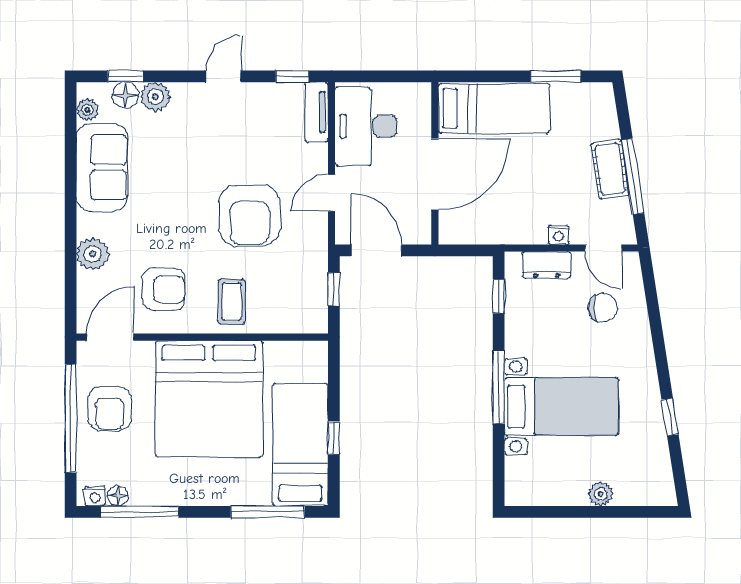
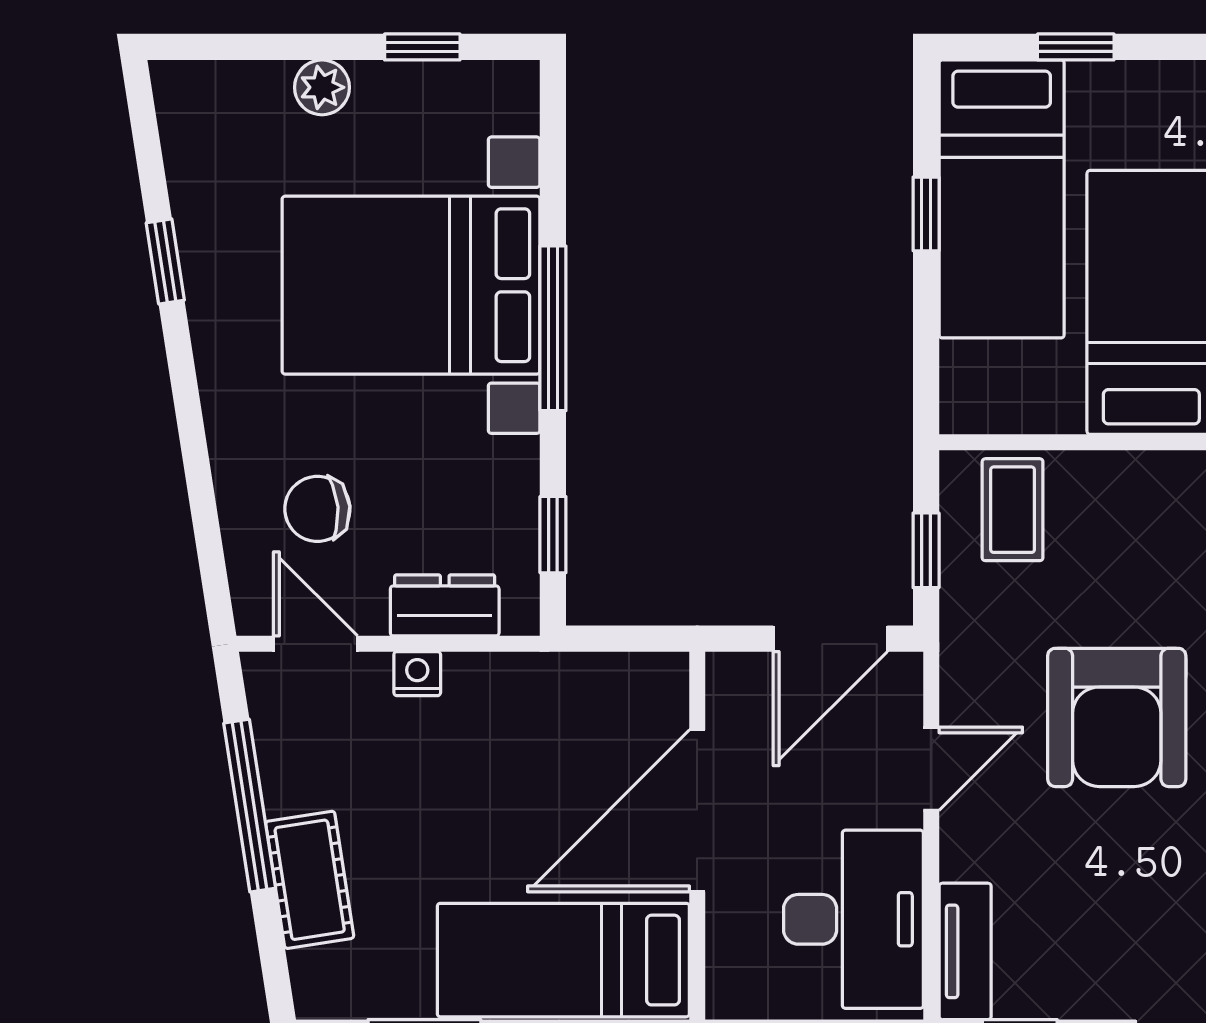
cot: (610, 169) -> (310, 880), moved
armchair: (250, 216) -> (1117, 717), turned 180
door: (376, 250) -> (830, 639), hinge flipped
coffee table: (232, 302) -> (1013, 510), moved
bed with nightstands: (561, 407) -> (411, 285), width x1.36
window: (268, 512) -> (1076, 47), width x0.46
window: (556, 512) -> (422, 47), added

